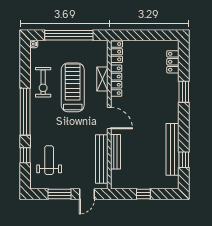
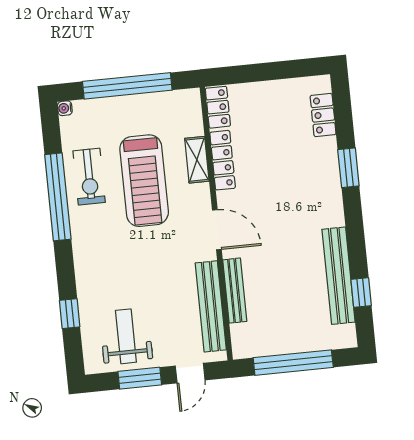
treadmill: (73, 87) -> (144, 181), turned 180
window: (25, 112) -> (58, 197), moved
weight bench: (49, 160) -> (126, 336), moved
window: (143, 194) -> (293, 363), width x3.17

